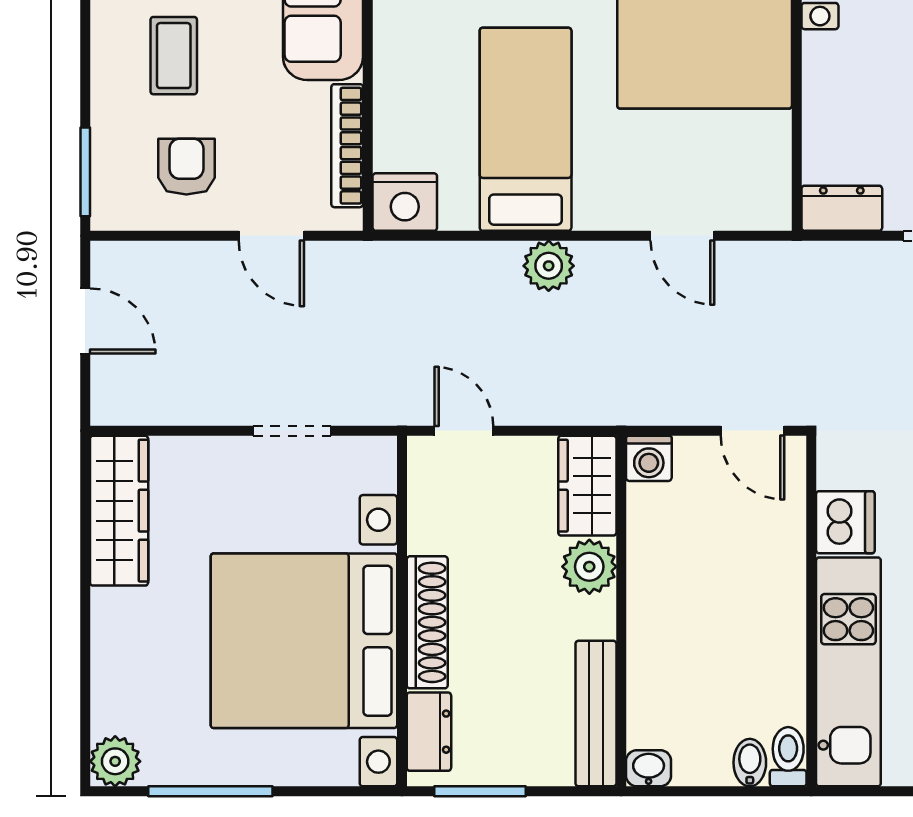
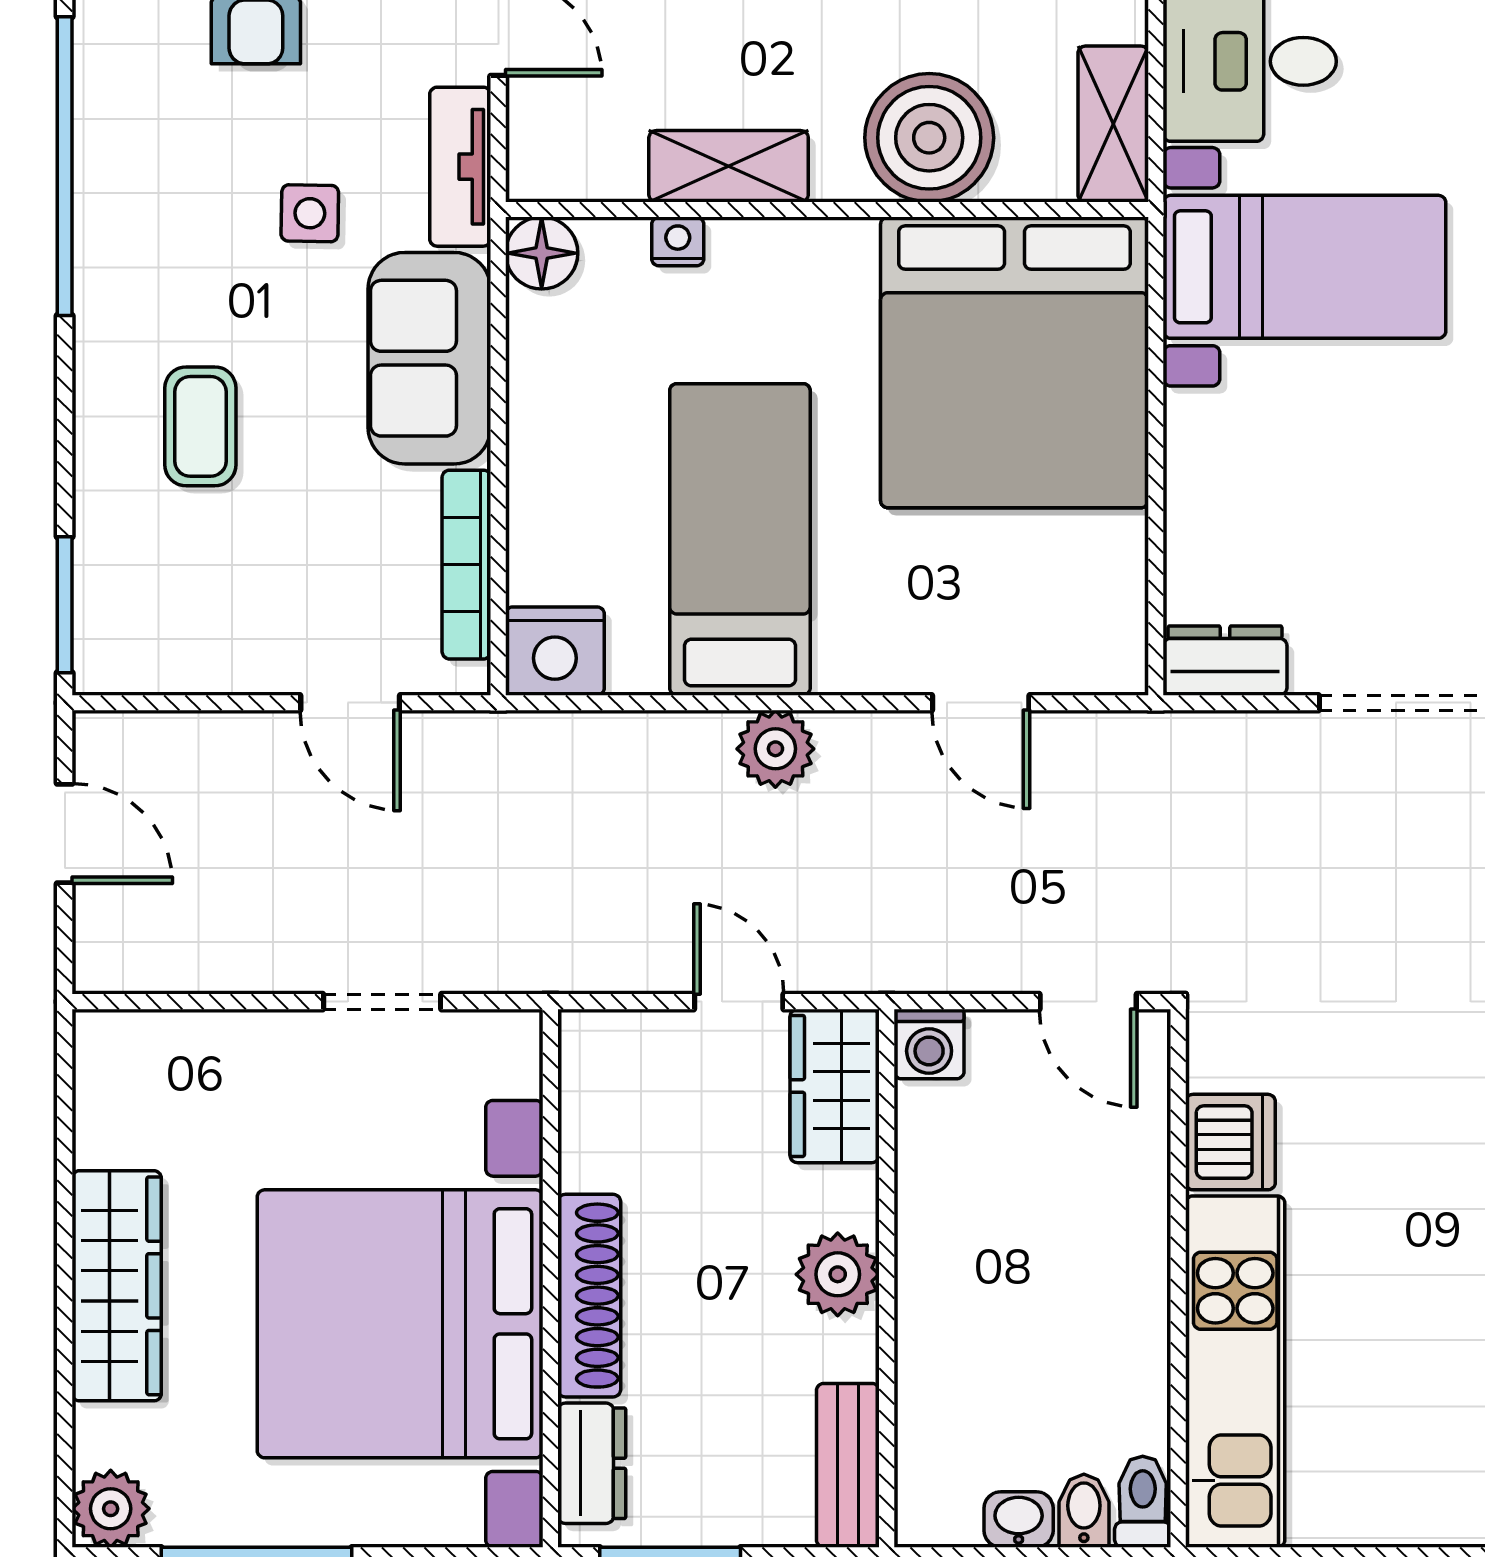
armchair: (186, 167) -> (220, 597), removed
door: (464, 431) -> (739, 1002), moved
wardrobe: (119, 511) -> (117, 1286), moved
plant: (589, 567) -> (838, 1274), moved
bench: (596, 714) -> (848, 1465), width x0.73
washbasin: (649, 768) -> (1019, 1519), moved

